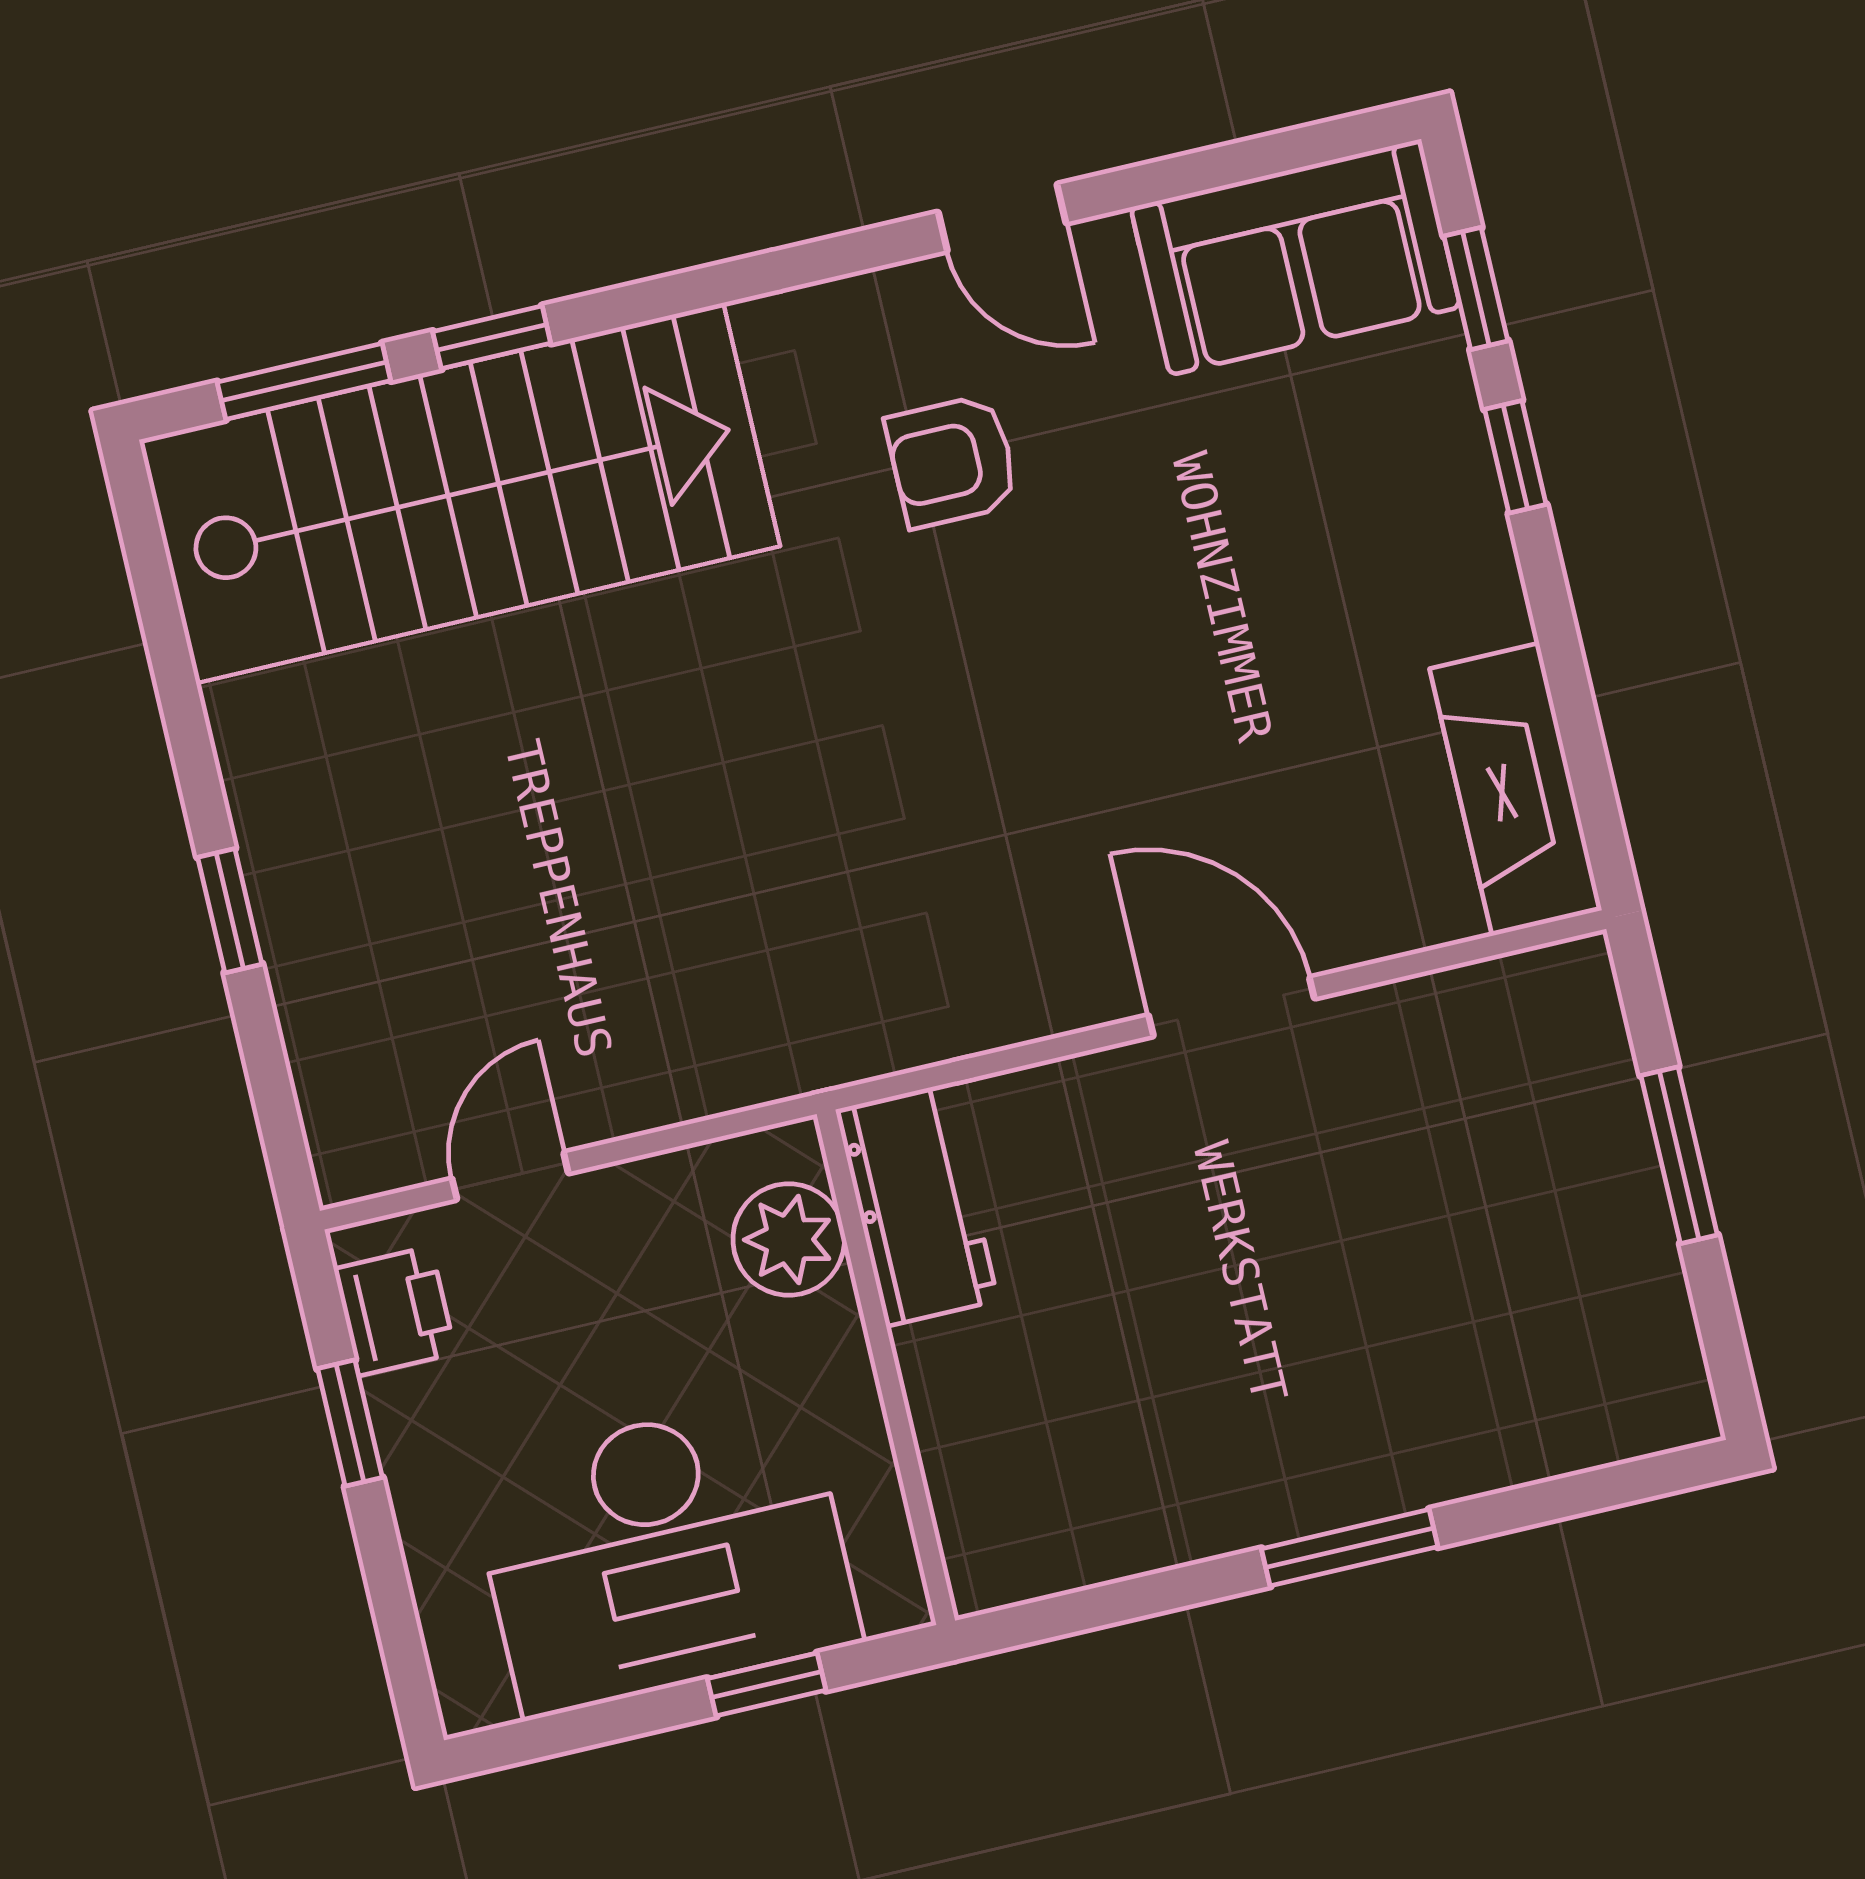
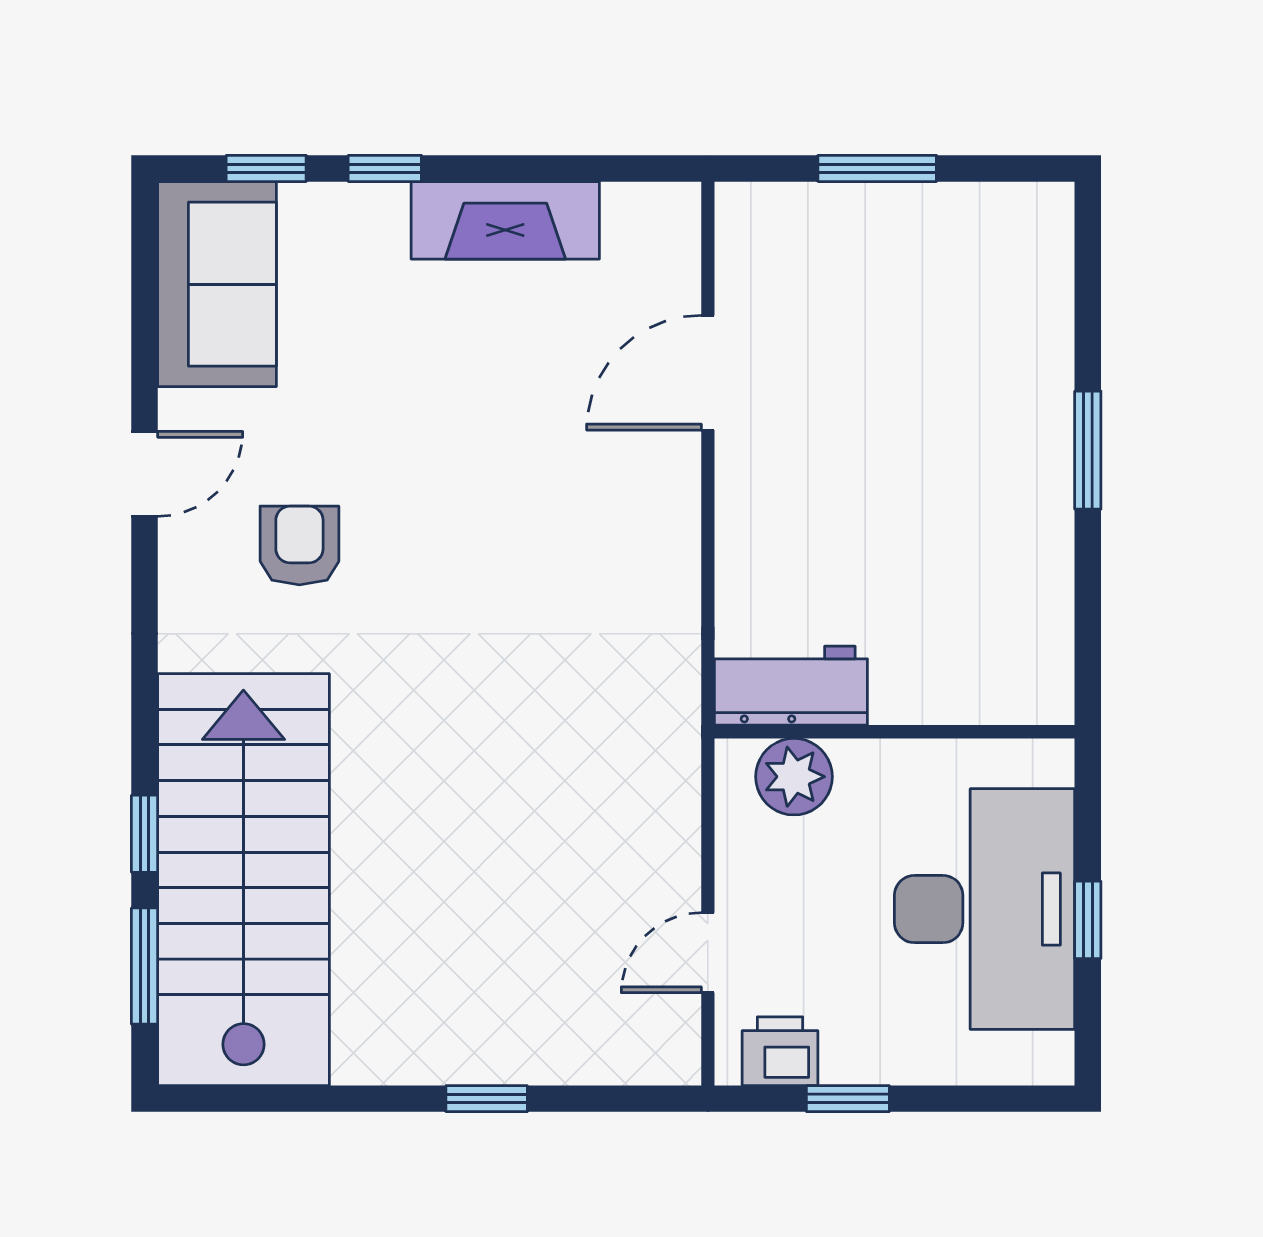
armchair: (952, 461) -> (299, 546), turned 180
fireplace: (1516, 789) -> (505, 220), moved
door: (1231, 1007) -> (708, 373), moved
door: (510, 1176) -> (708, 953), hinge flipped
window: (767, 1684) -> (1088, 920), moved

